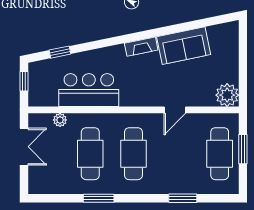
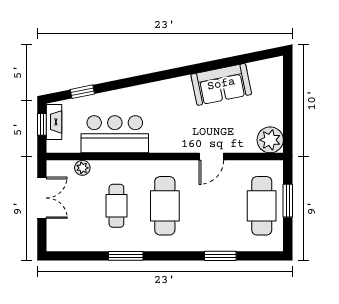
fireplace: (141, 47) -> (54, 122), moved, turned -78
cafe table: (90, 154) -> (116, 206), width x0.73, depth x0.74

